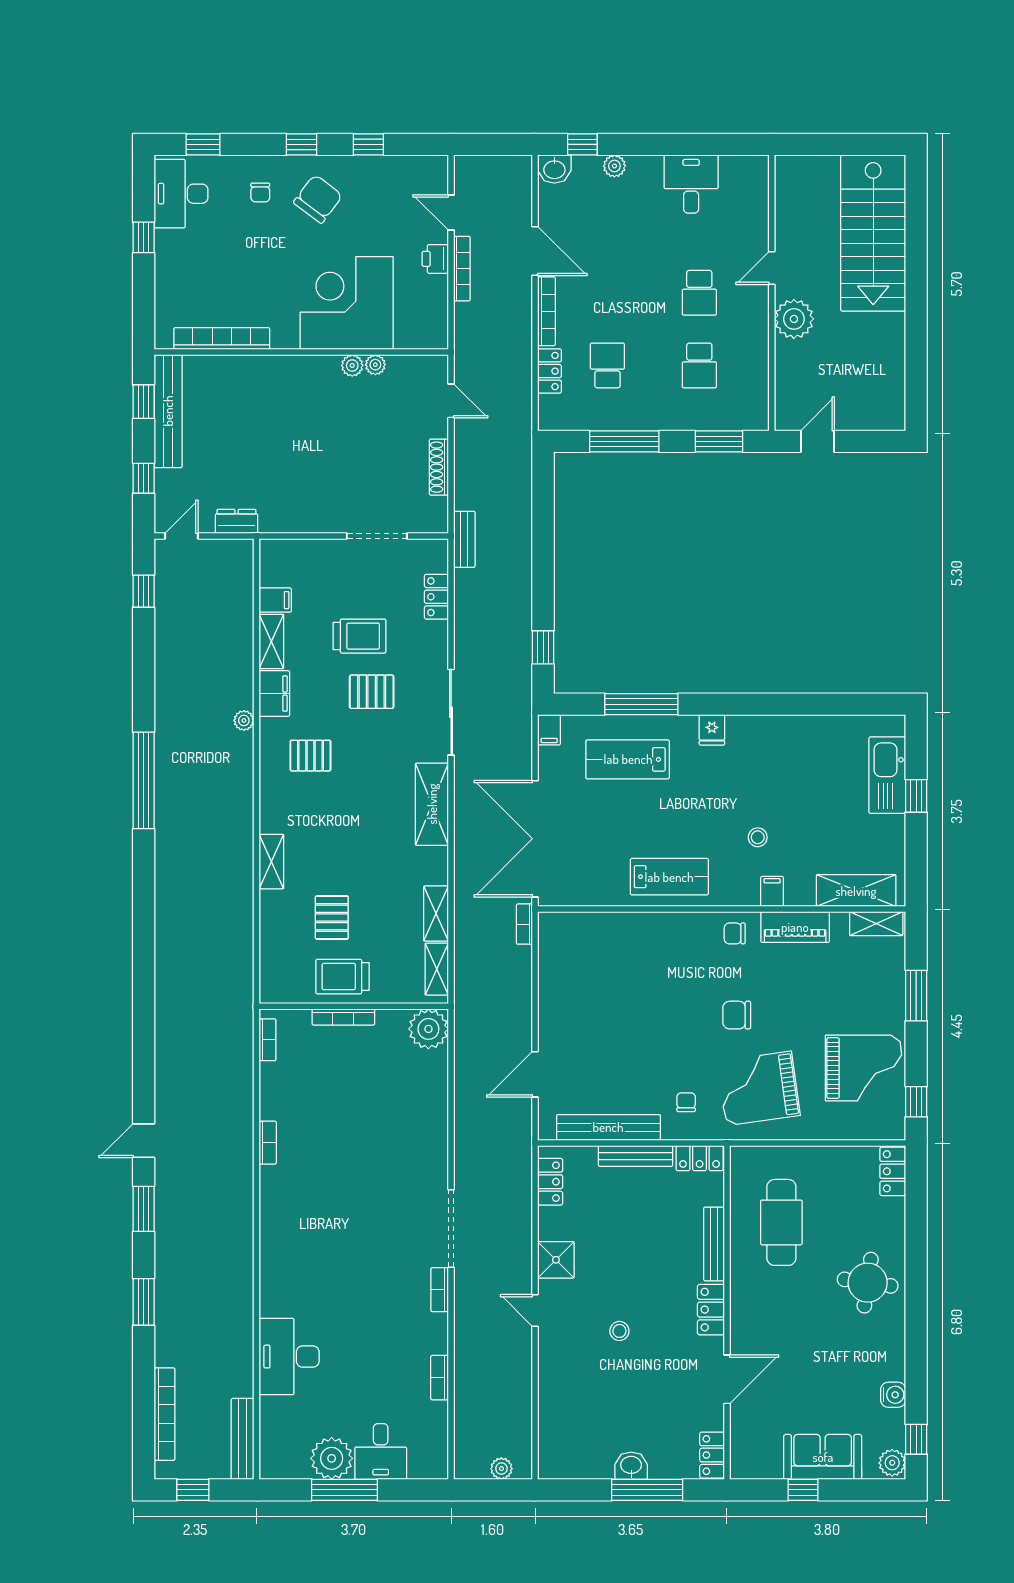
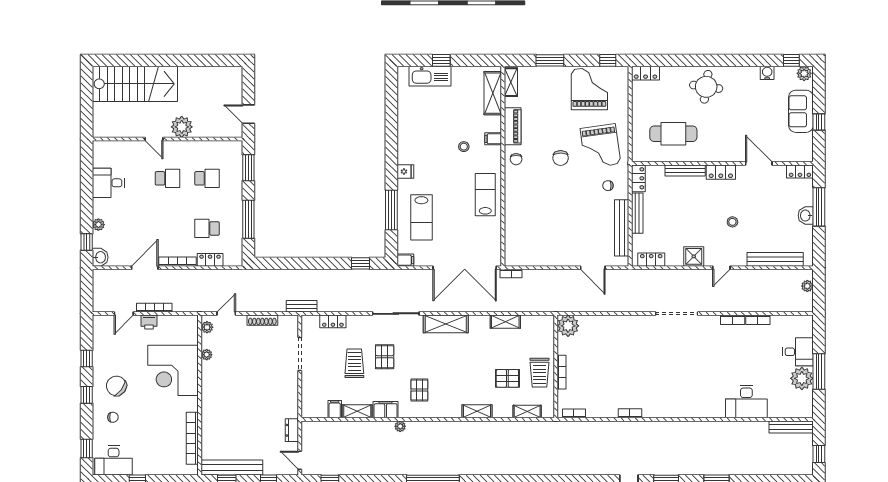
plant: (352, 365) -> (207, 327), moved
shelving: (437, 969) -> (527, 412), moved
bookcase: (440, 1290) -> (733, 320), moved
bench: (550, 1409) -> (775, 259), added
bookcase: (165, 1414) -> (778, 469), removed

